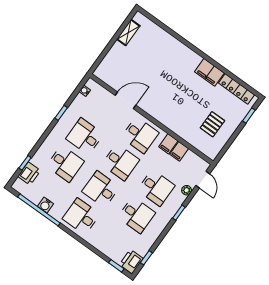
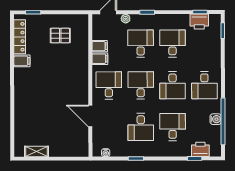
filing cabinet: (209, 72) -> (22, 61), width x0.50
printer: (131, 261) -> (199, 22), moved

